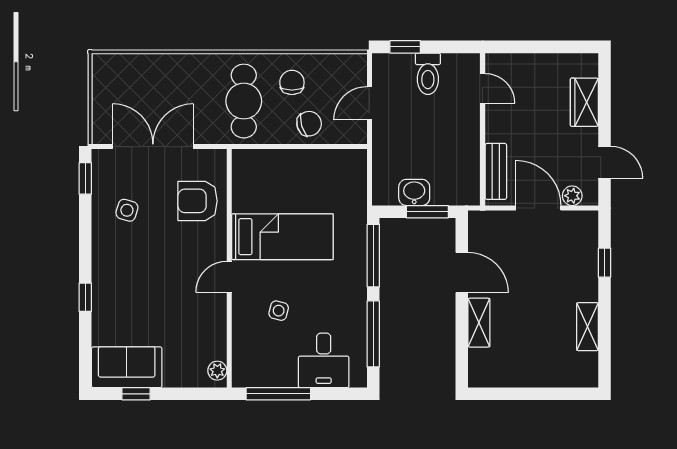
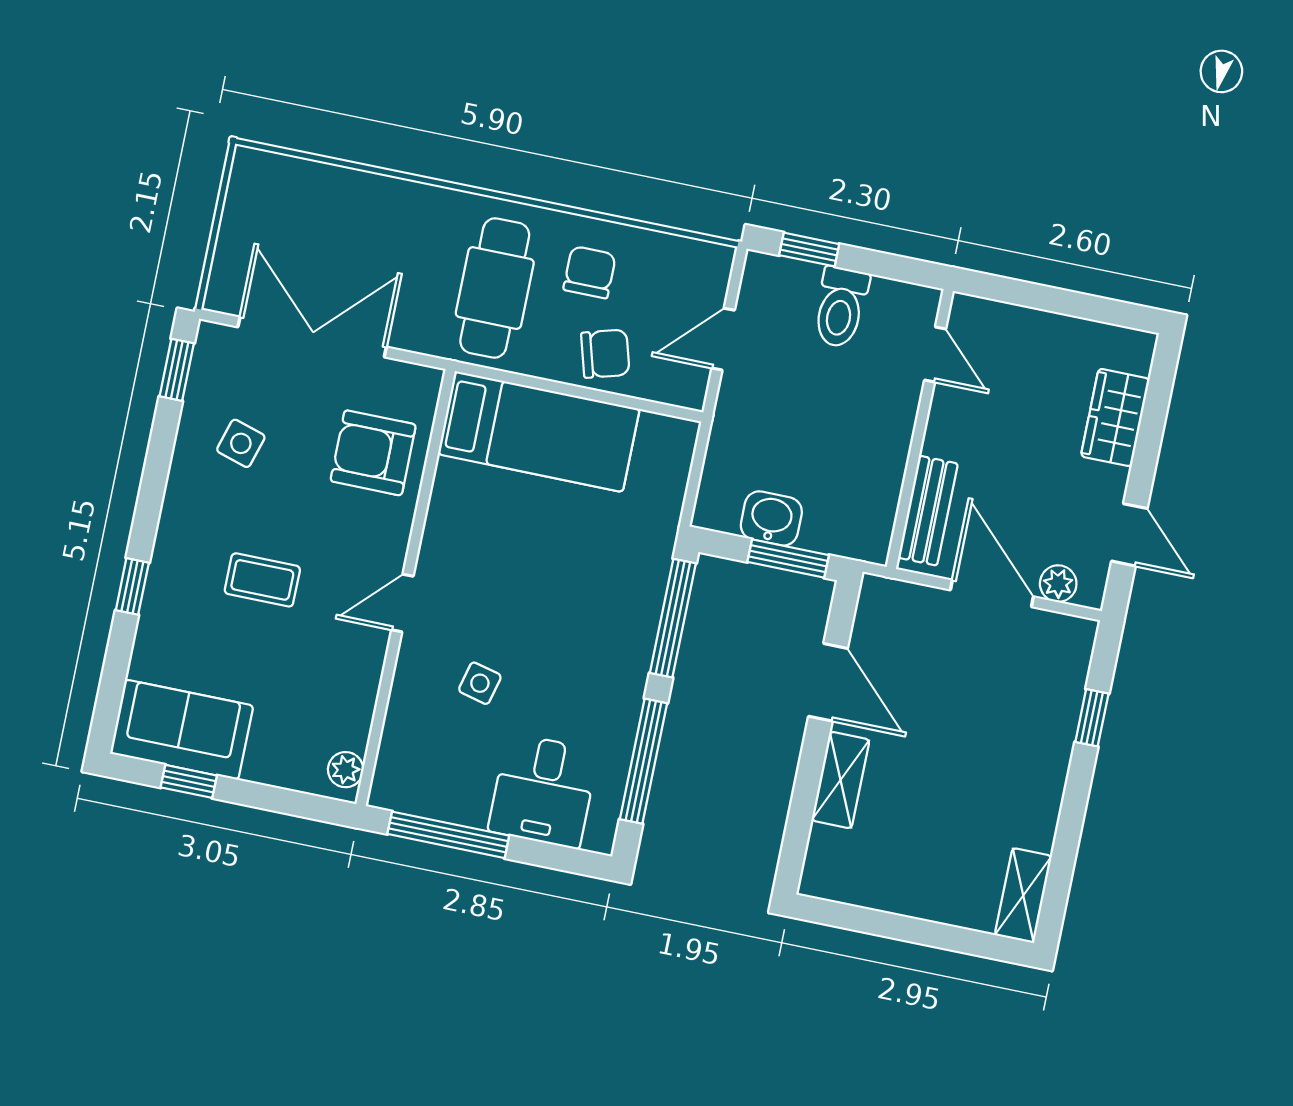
bed: (282, 237) -> (539, 432), moved
coffee table: (153, 280) -> (262, 580), added
shelving: (588, 327) -> (1023, 896), moved

